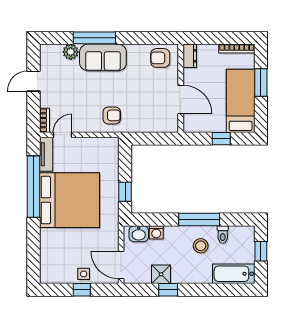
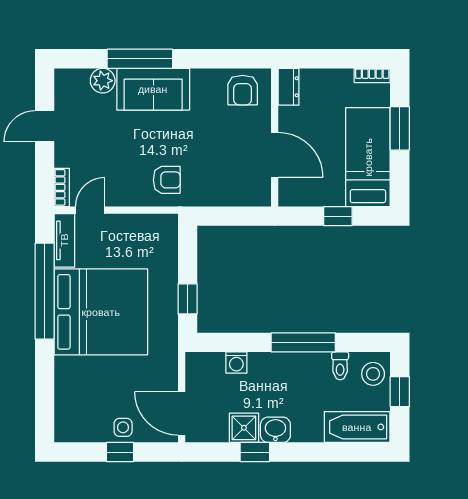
bookcase: (237, 49) -> (372, 75), width x0.64
armchair: (160, 58) -> (243, 90), turned -90
washbasin: (139, 234) -> (275, 430), moved, turned 180
stool: (201, 246) -> (373, 374), moved

